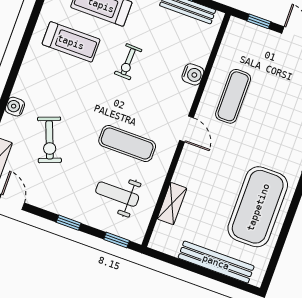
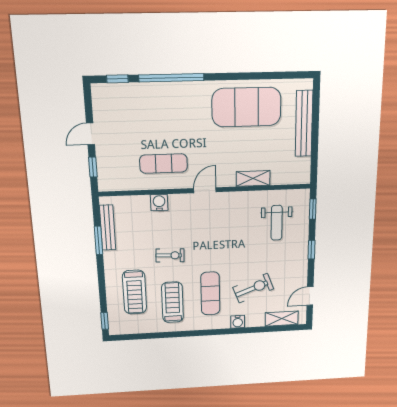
exercise mat: (127, 144) -> (210, 293), moved
shelving: (172, 204) -> (253, 178), moved

